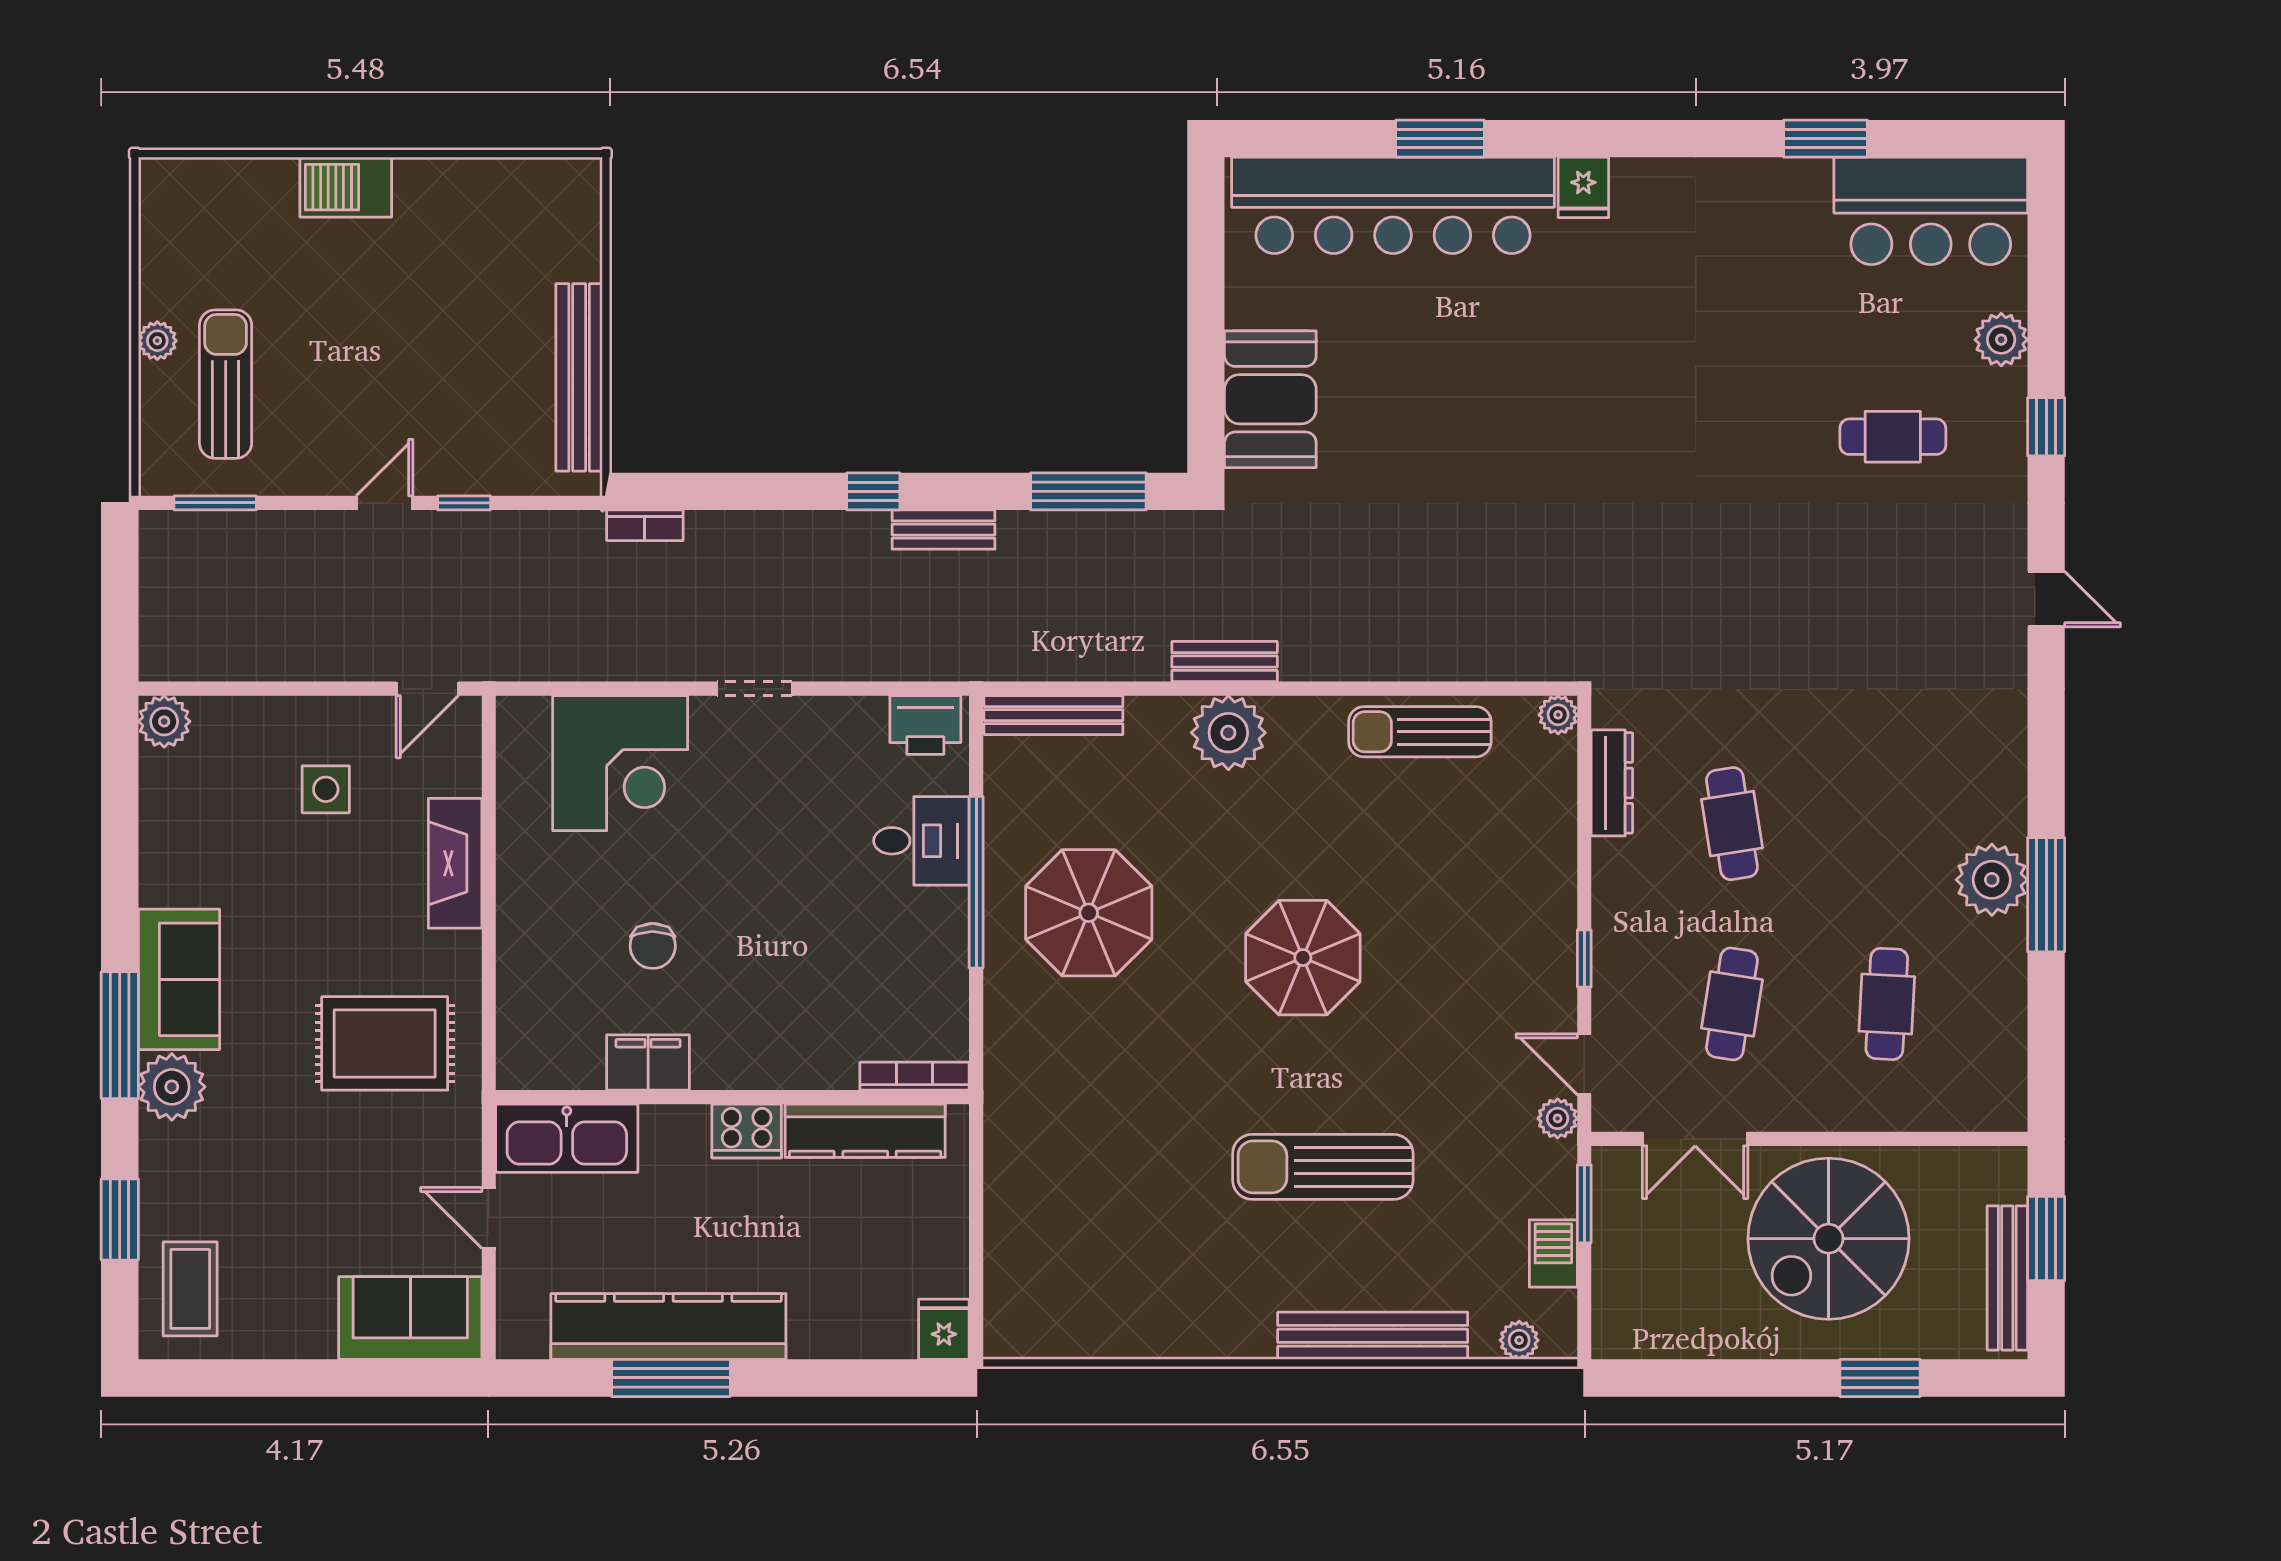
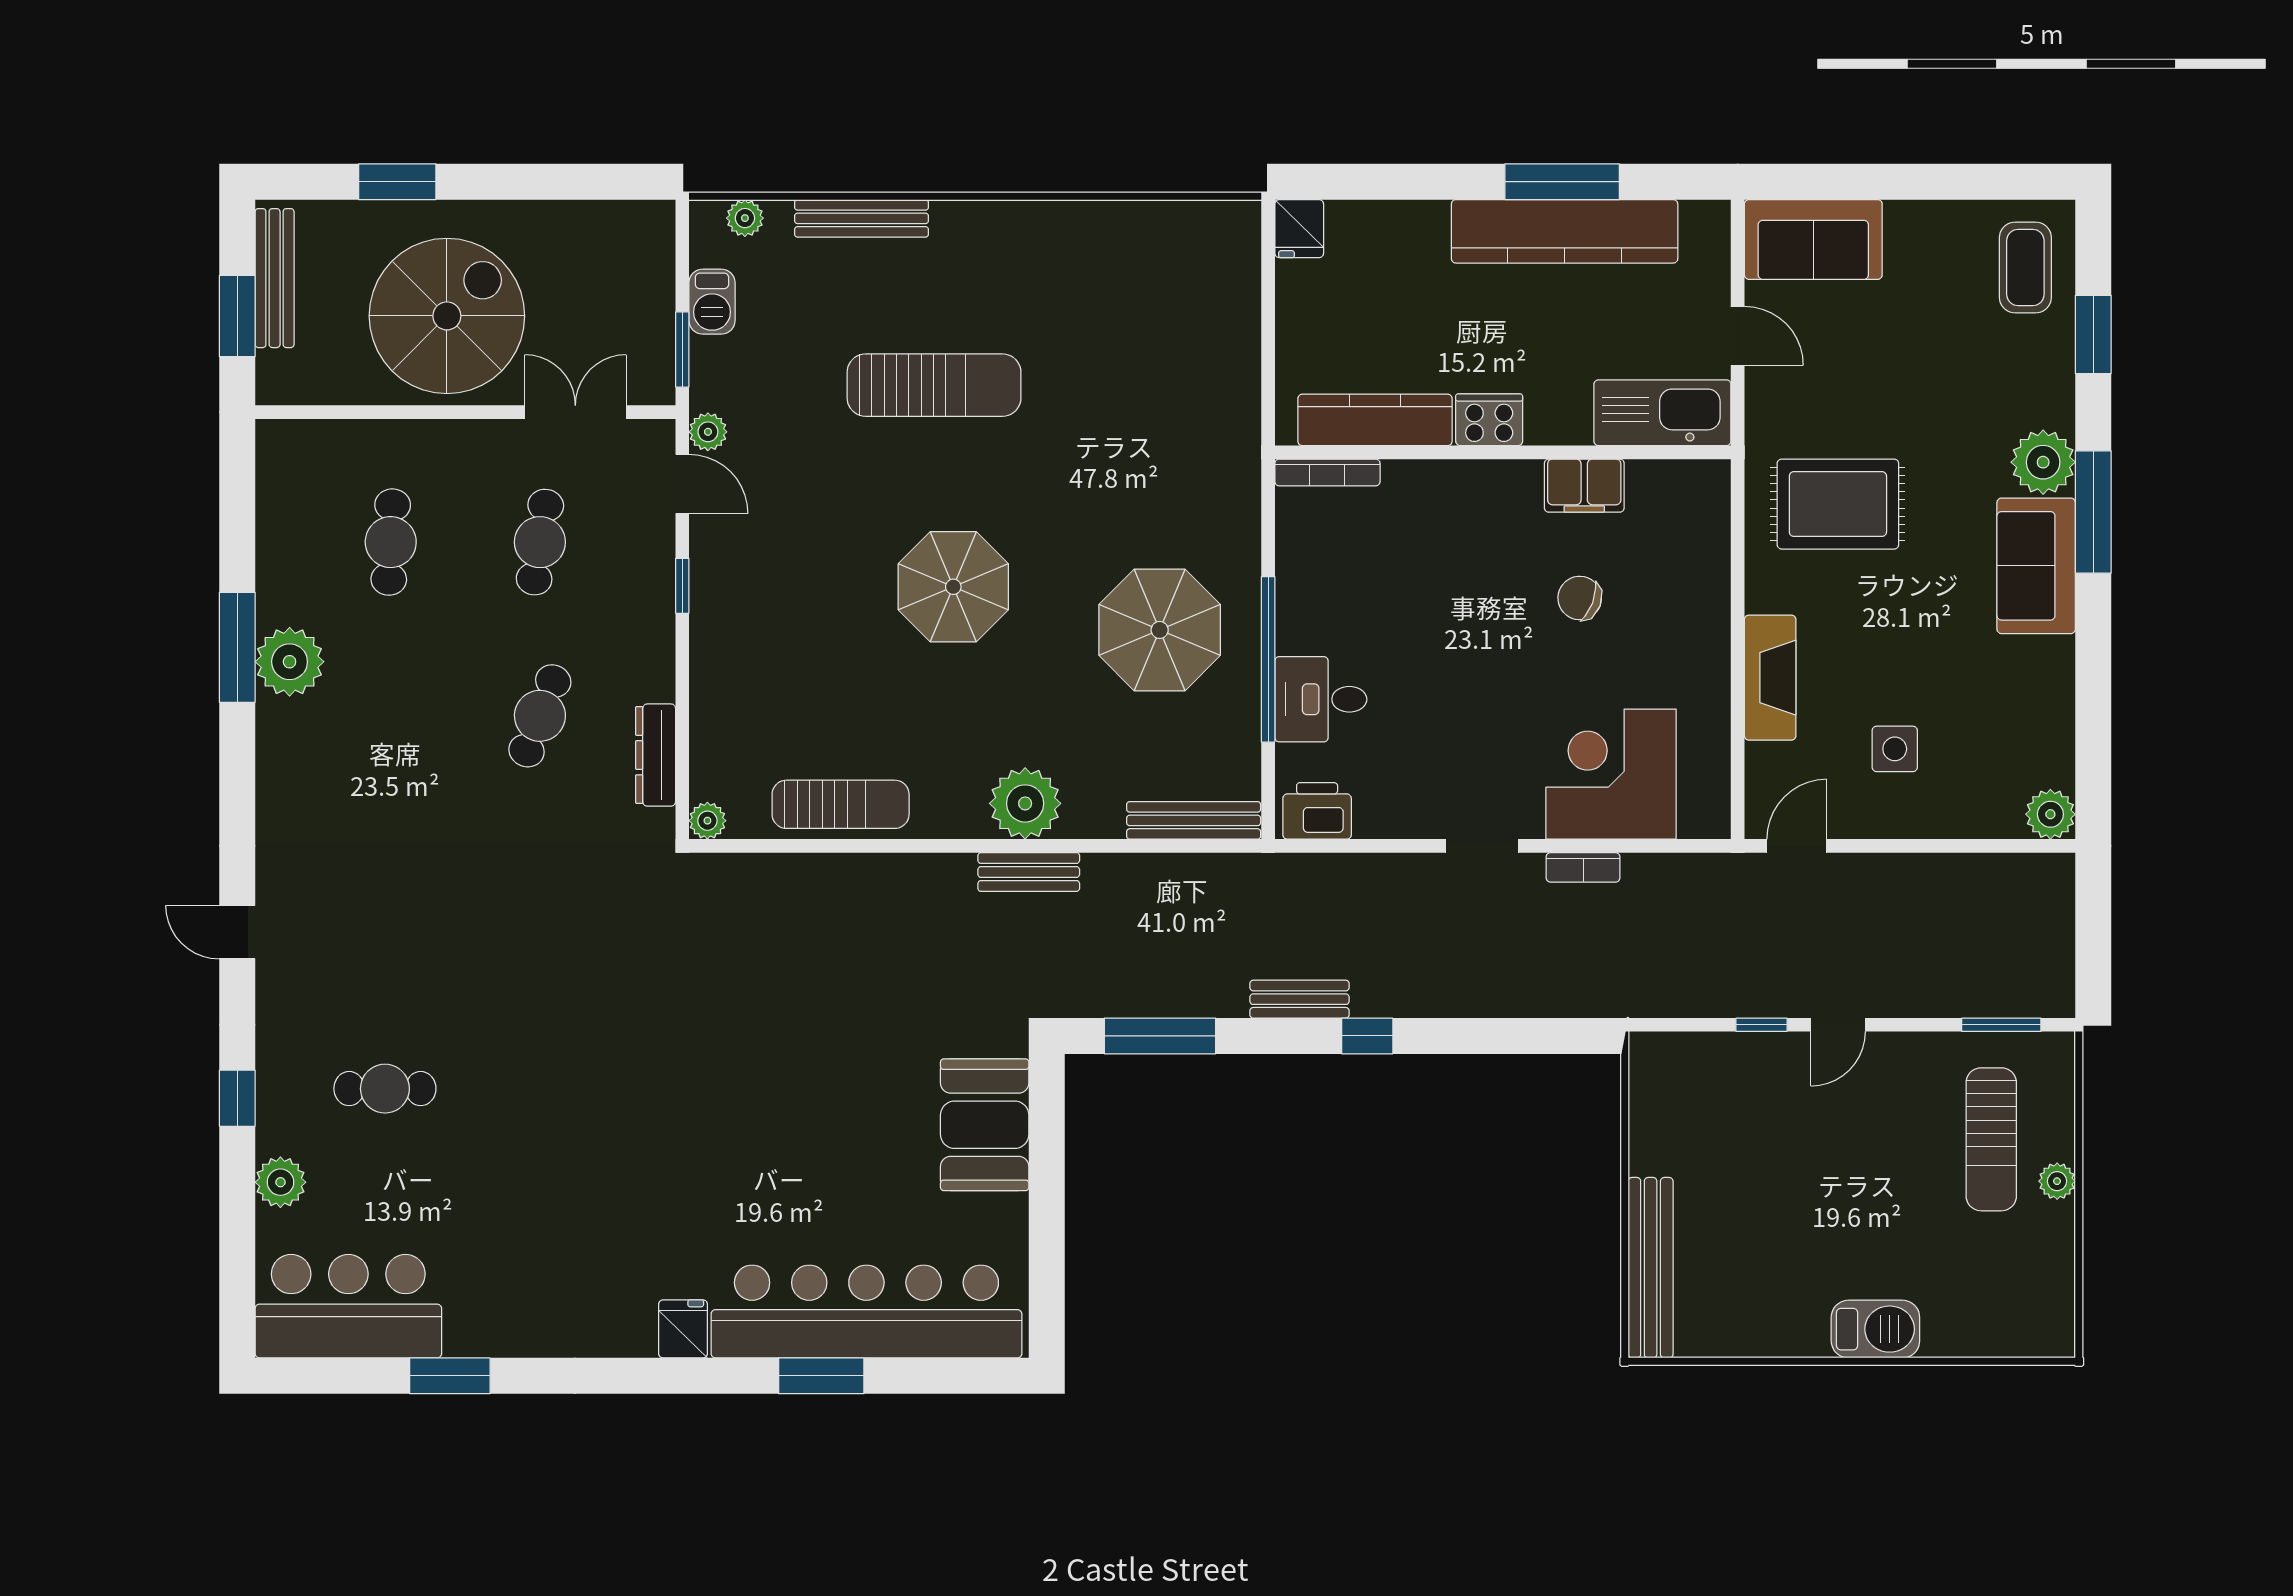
bench: (579, 377) -> (1651, 1268), moved
bookcase: (645, 525) -> (1583, 867), moved, turned 180
cafe table: (1732, 824) -> (540, 716), turned 30
chair: (653, 946) -> (1580, 598), turned -69
bench: (1373, 1336) -> (862, 218), width x0.73, depth x0.82

